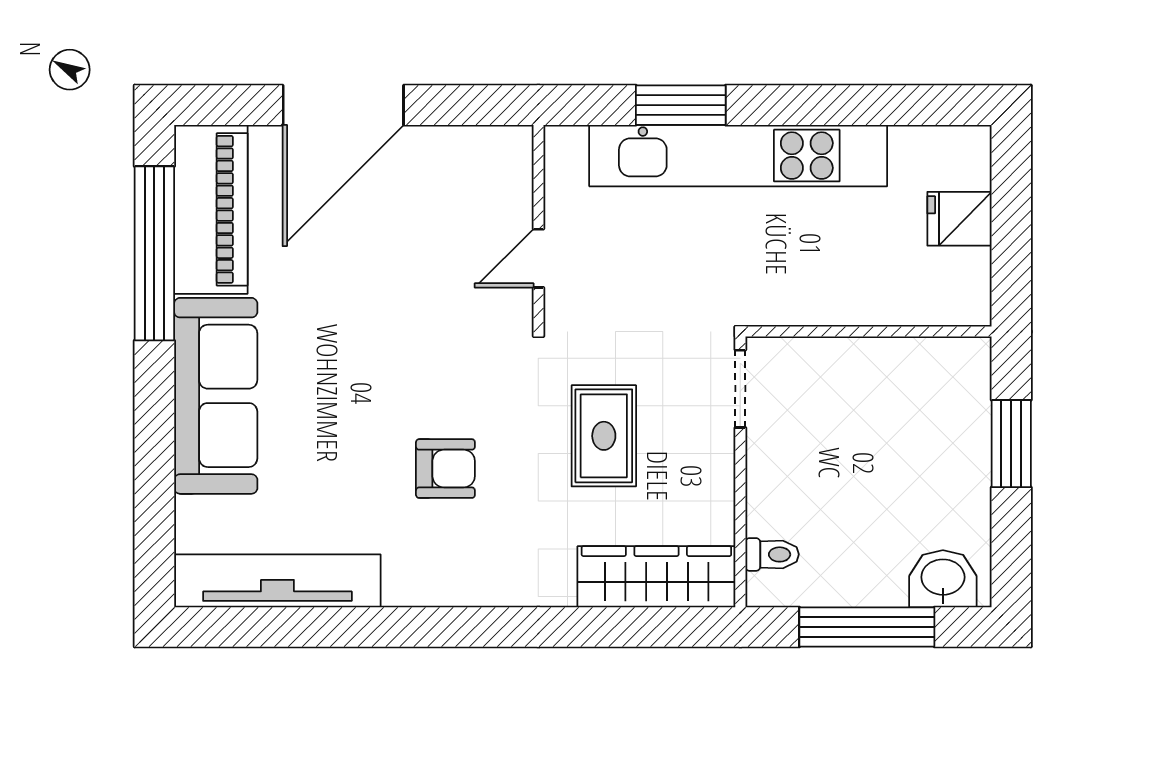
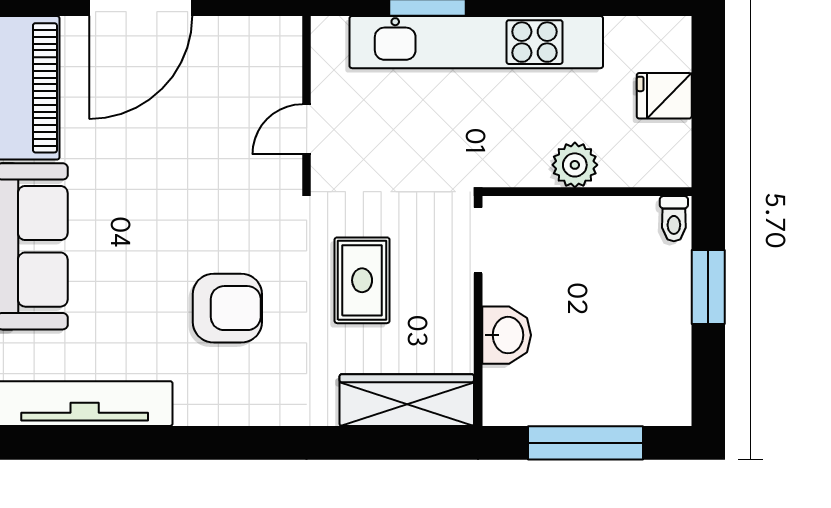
plant: (854, 300) -> (575, 165), added
armchair: (445, 469) -> (227, 308), width x1.38, depth x1.38
toilet: (772, 554) -> (674, 219), moved, turned 90
washbasin: (943, 579) -> (507, 335), moved, turned 90

